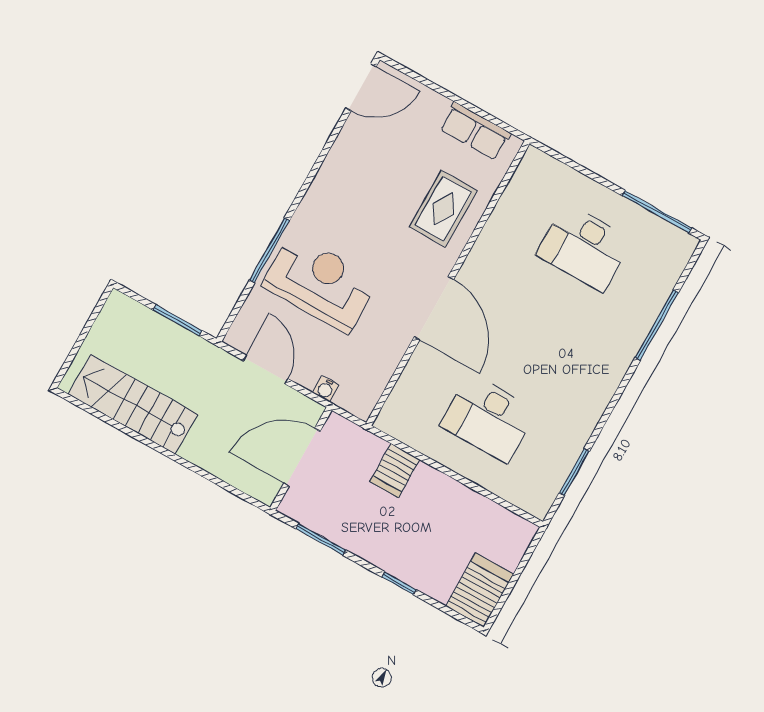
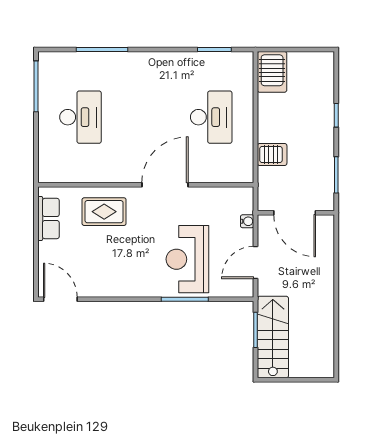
stairs: (133, 404) -> (273, 337), moved, turned 180
server rack: (480, 590) -> (272, 72), moved, turned -90

